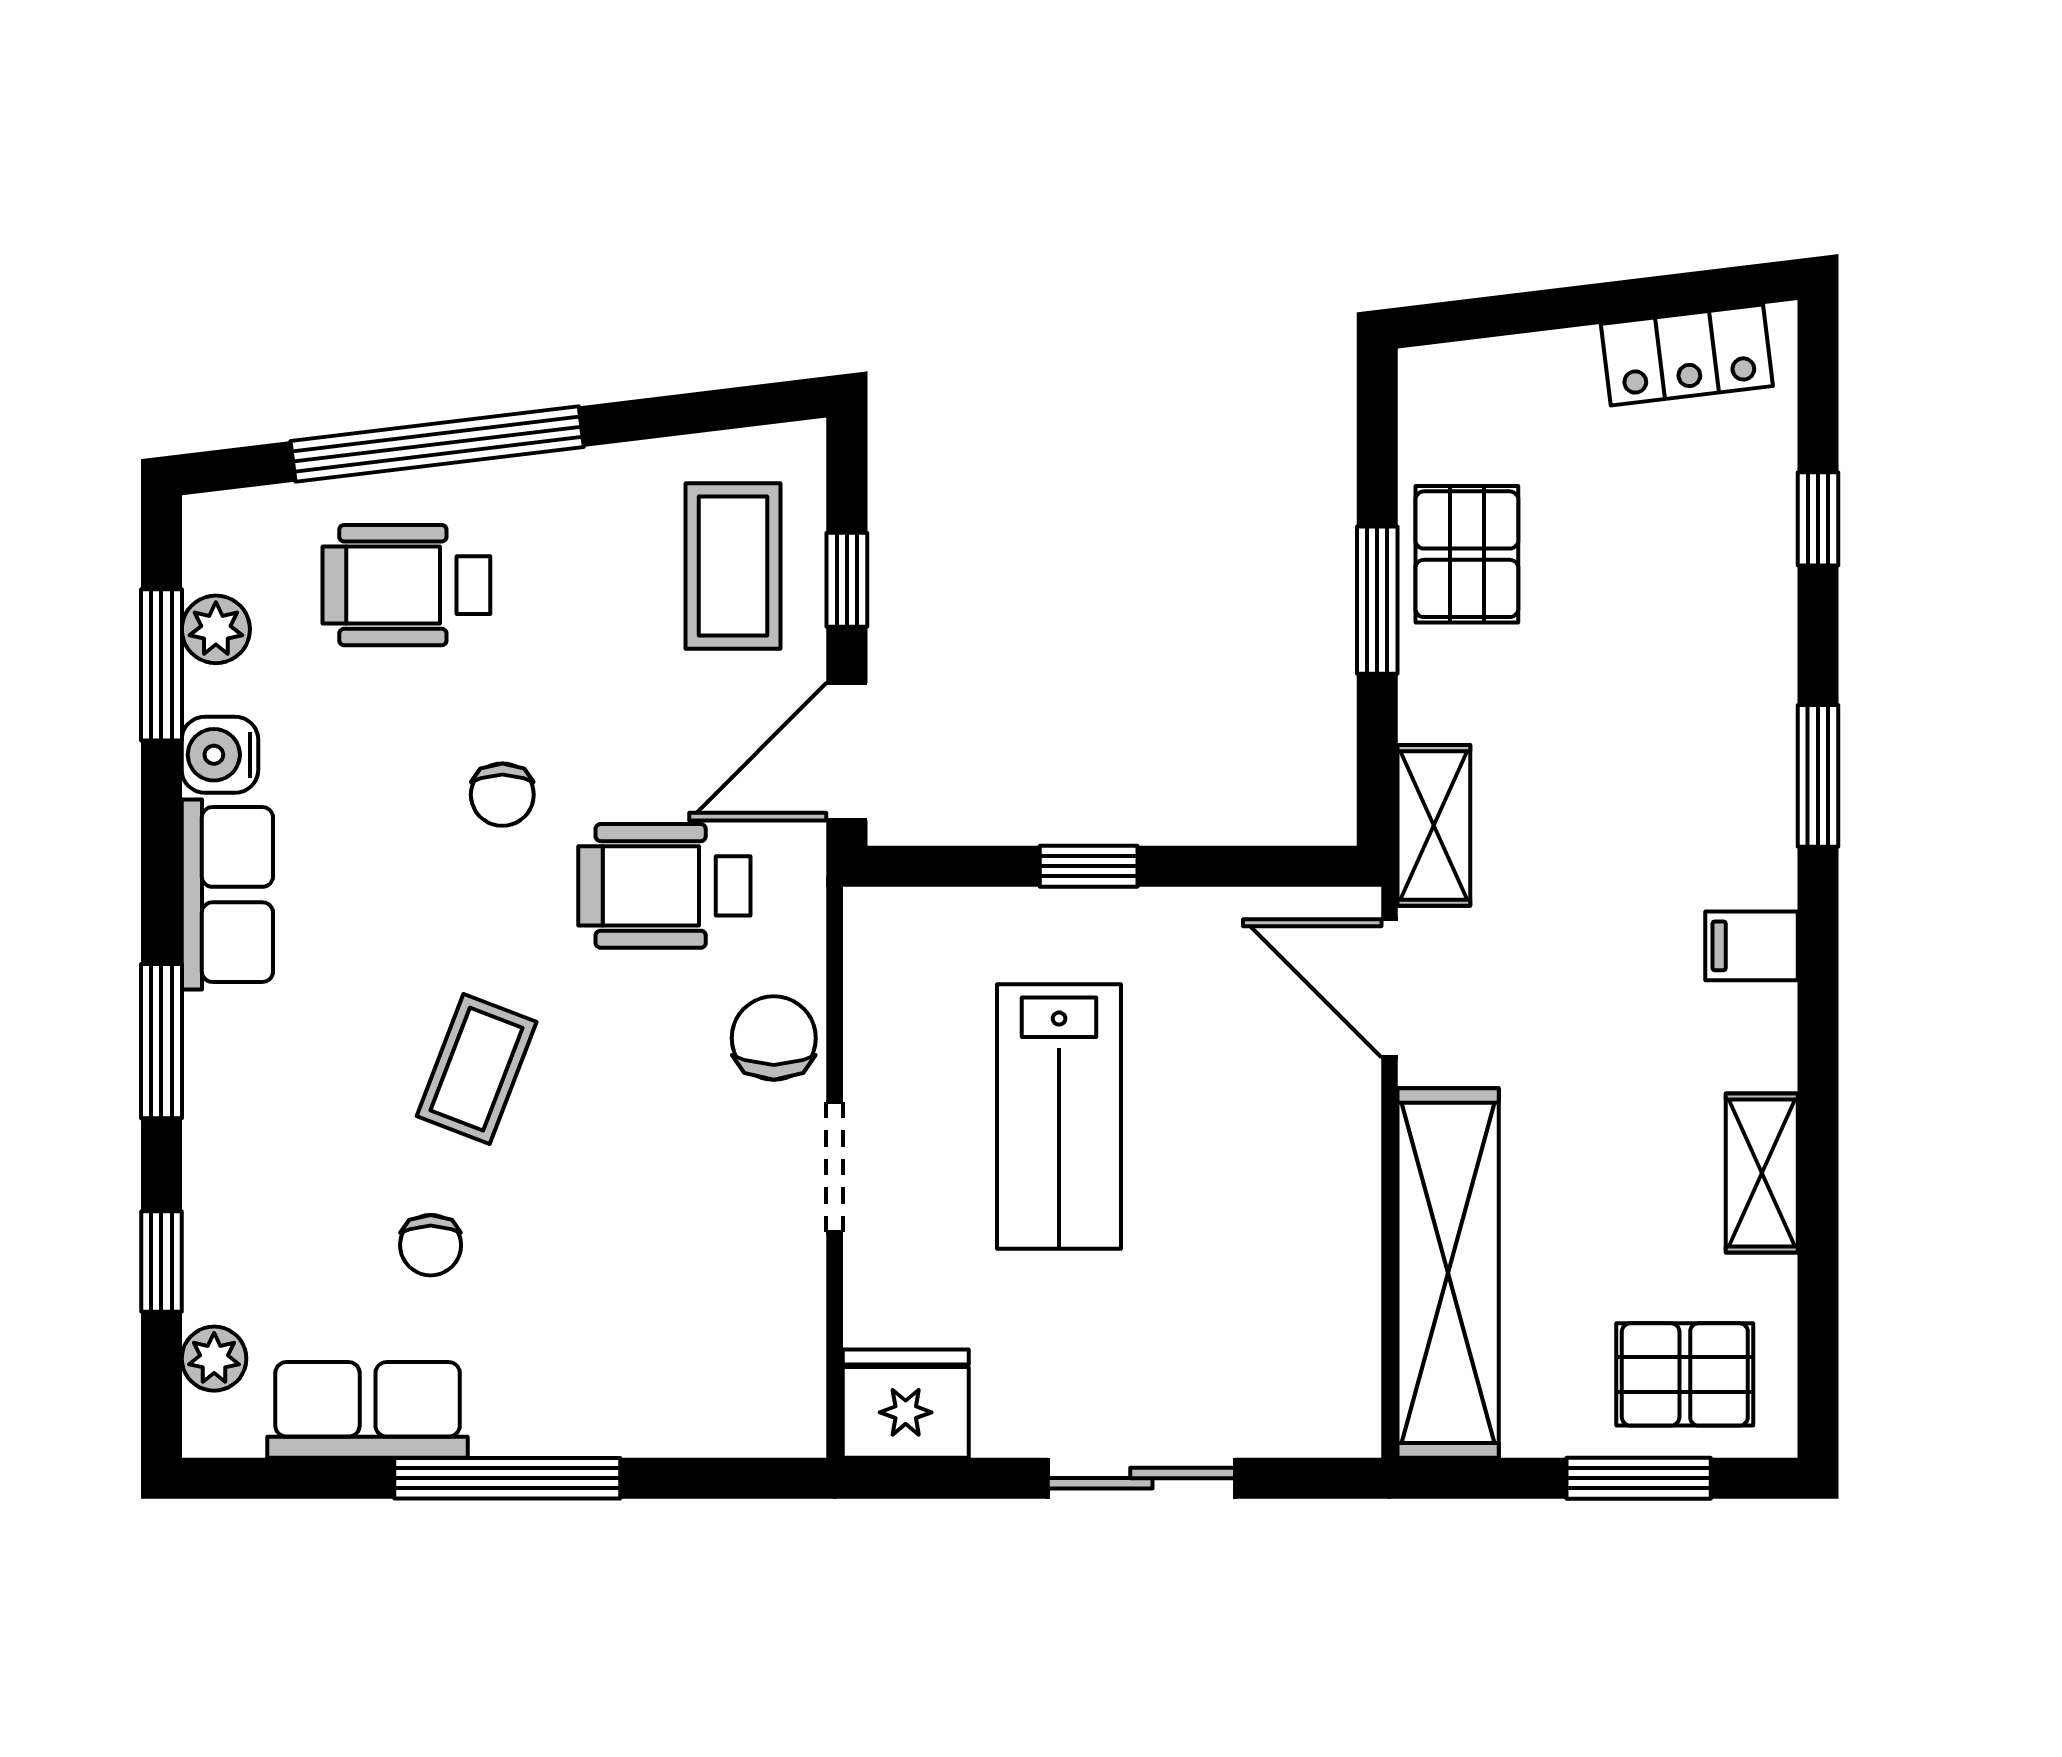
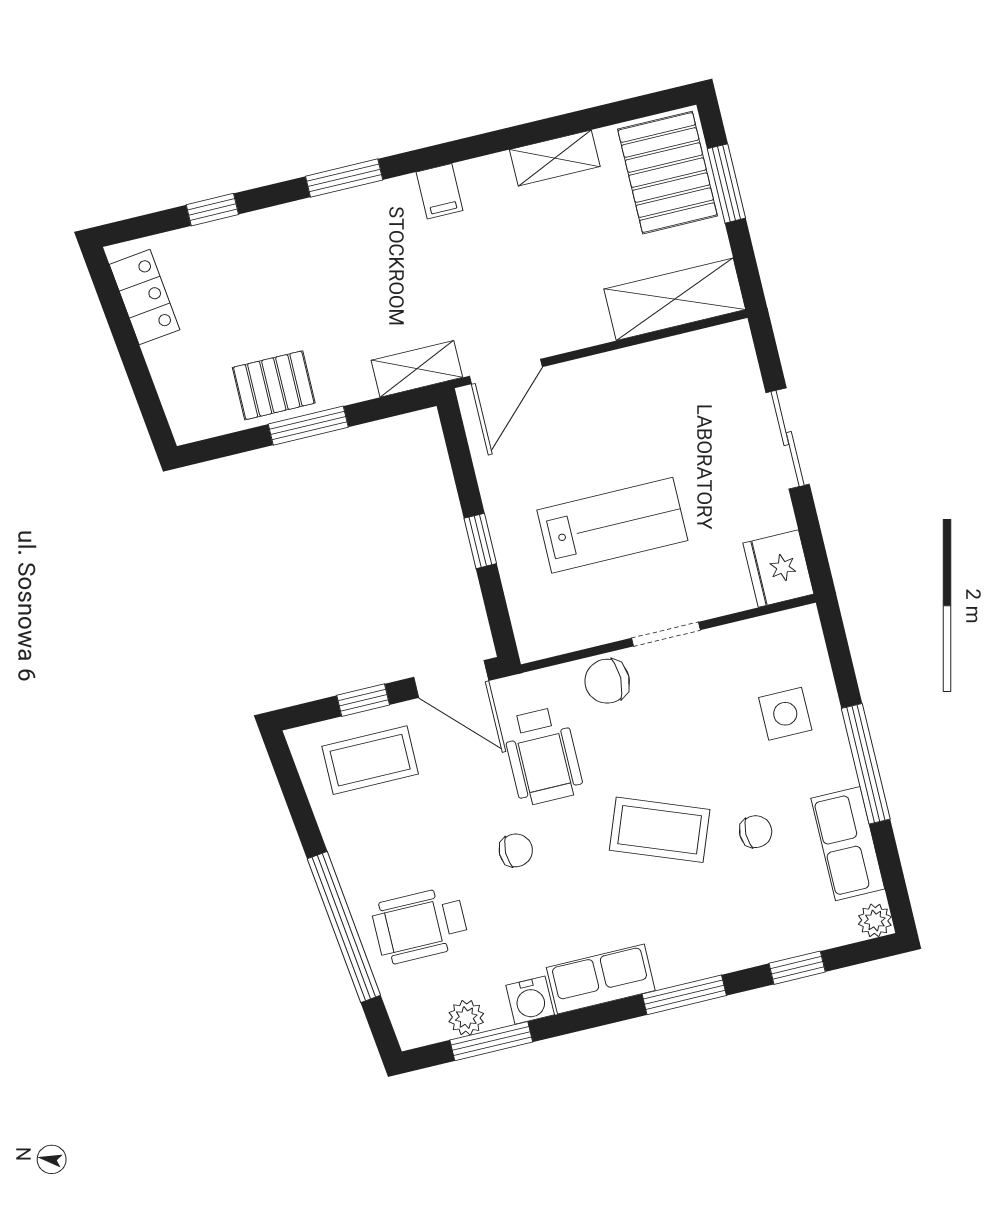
wheelchair: (406, 585) -> (420, 925), turned 90
coffee table: (477, 1069) -> (660, 830), width x1.36, depth x1.30
shelving: (1448, 1273) -> (675, 299), width x0.68
side table: (635, 1352) -> (785, 714), added
plant: (214, 1359) -> (875, 920), moved
pallet: (1685, 1374) -> (667, 173), width x1.50, depth x1.42

